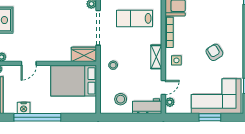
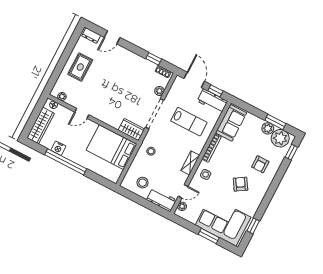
lab bench: (135, 18) -> (189, 122), turned 180
armchair: (223, 24) -> (260, 164), added

